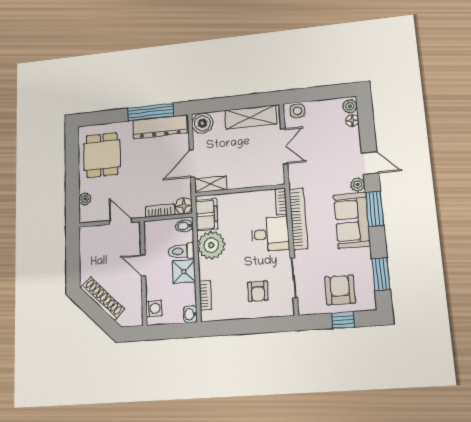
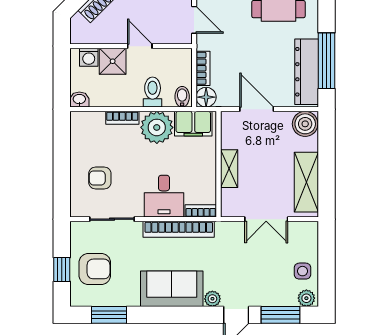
side table: (297, 111) -> (303, 271), moved
floor lamp: (352, 121) -> (289, 299), removed
shelving: (211, 184) -> (229, 169), moved
window: (375, 209) -> (281, 315), moved
door: (120, 222) -> (194, 20), hinge flipped
door: (143, 265) -> (140, 46), hinge flipped
shower: (184, 272) -> (113, 61), moved
bookcase: (205, 295) -> (122, 118), moved

